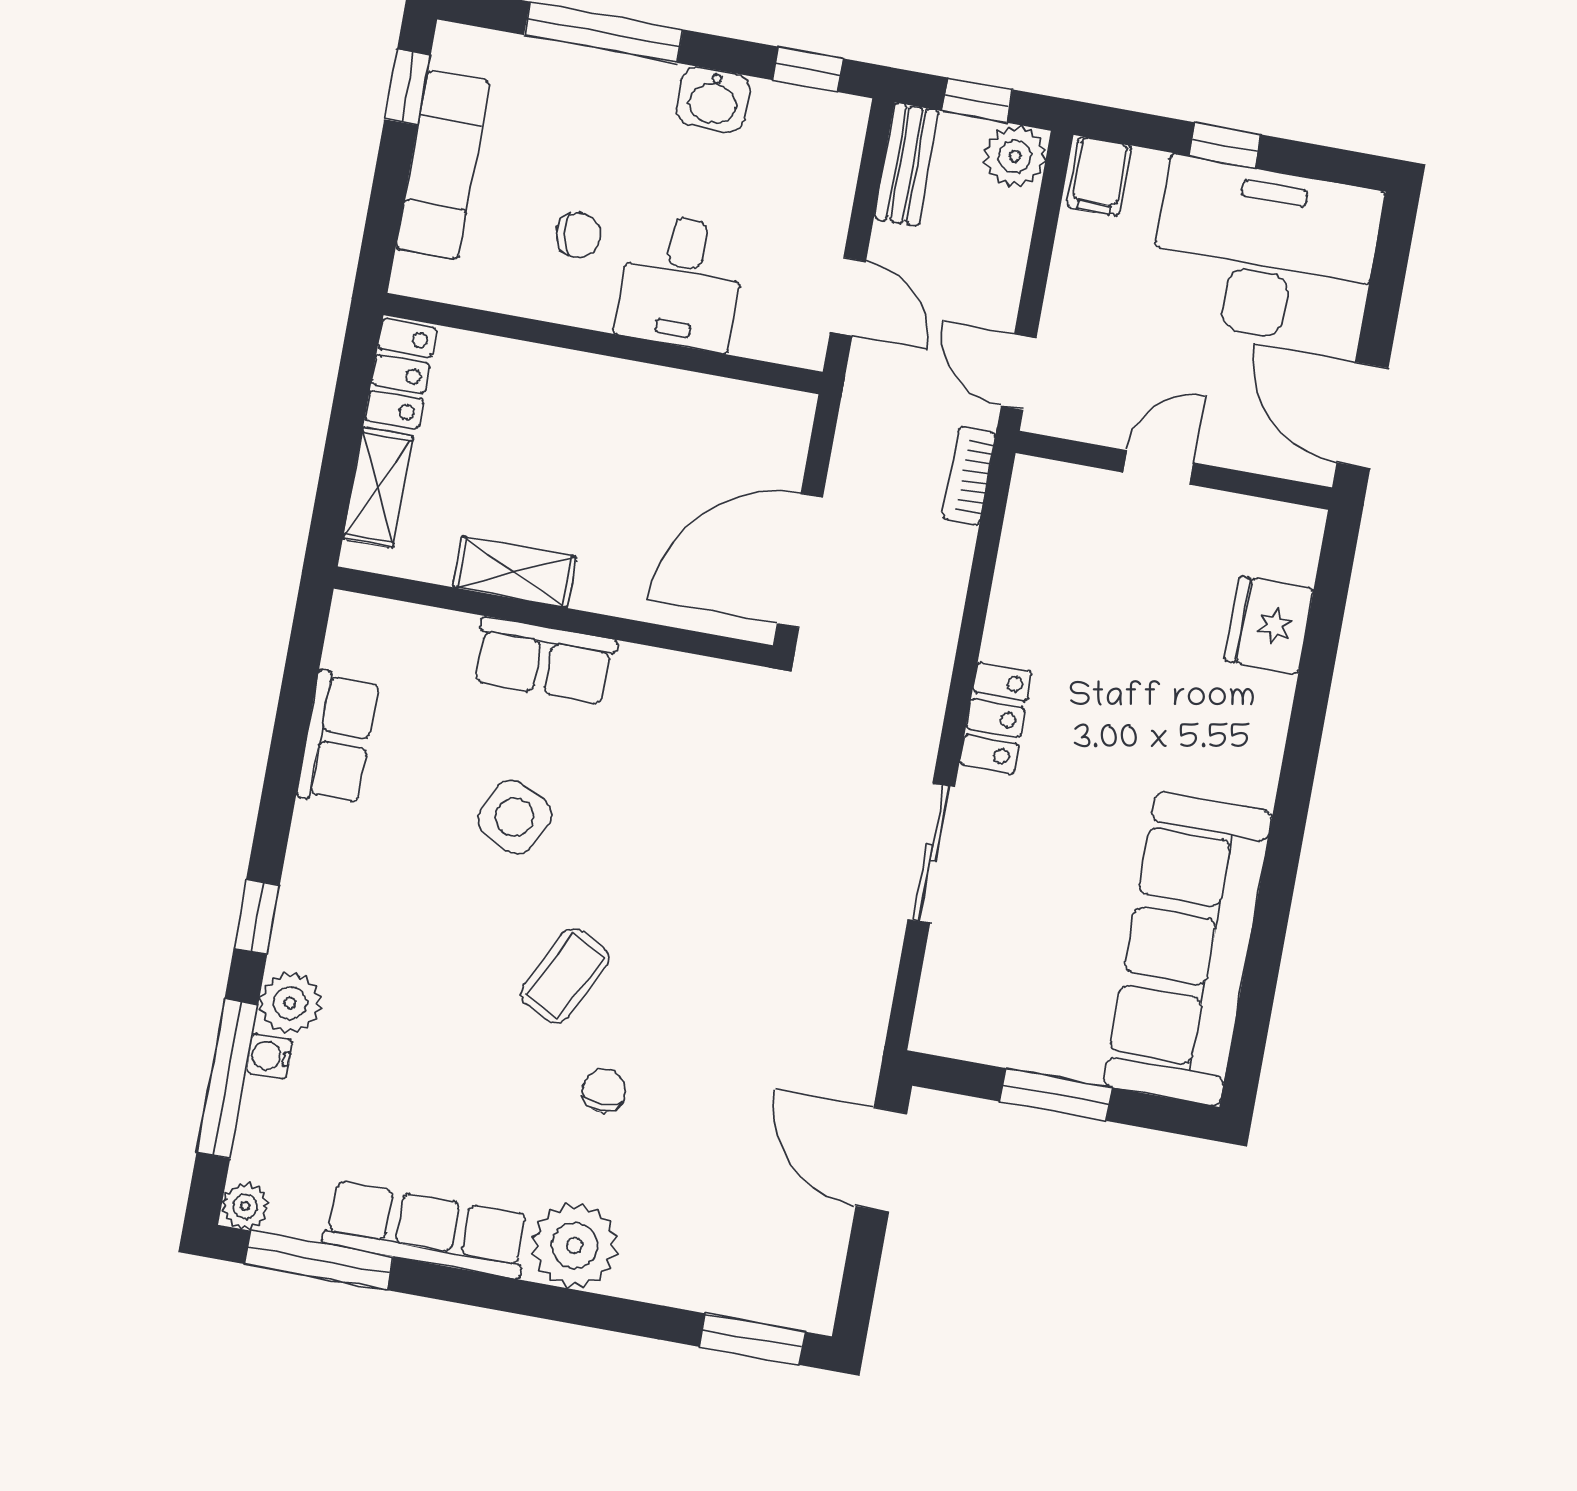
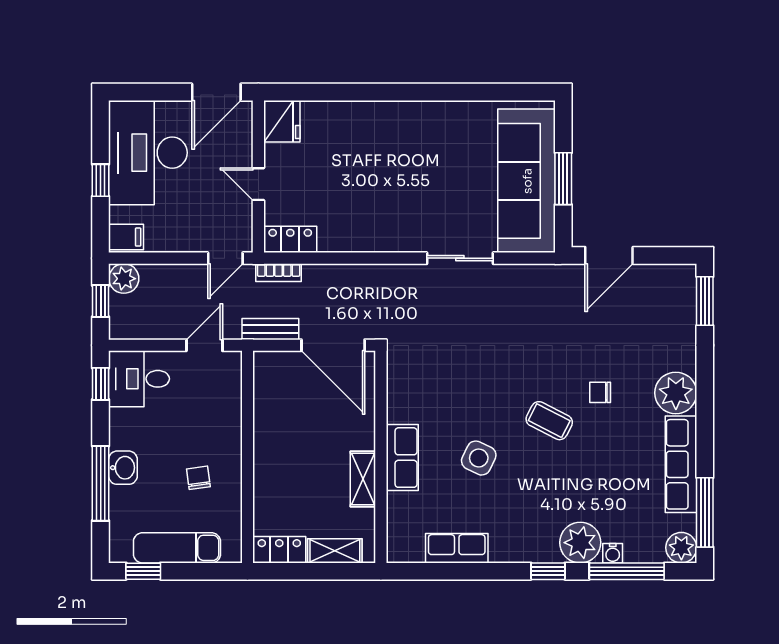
washbasin: (713, 100) -> (123, 468), moved
bench: (906, 164) -> (270, 329), moved
desk: (681, 282) -> (139, 379), moved, turned 180
fridge: (1269, 625) -> (282, 121), moved, turned -90
locker: (996, 718) -> (290, 239), moved
sofa: (1188, 949) -> (527, 181), moved, turned 90
plant: (290, 1003) -> (580, 543), width x1.36, depth x1.36
plant: (245, 1206) -> (681, 548), width x1.38, depth x1.38

